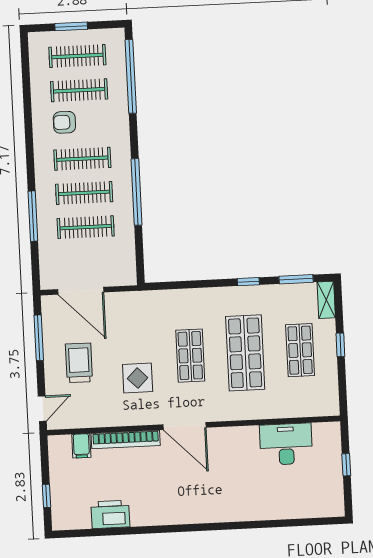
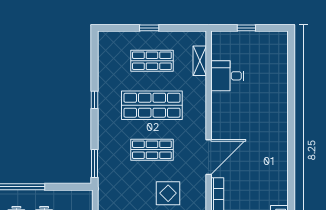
window: (296, 279) -> (94, 163), moved
shelving: (326, 300) -> (200, 61), moved, turned 90
desk: (286, 444) -> (227, 76), width x0.73

